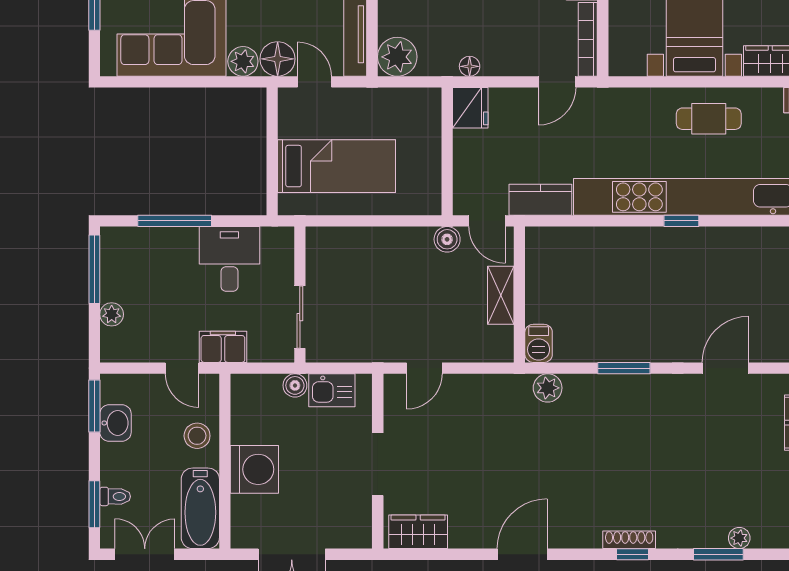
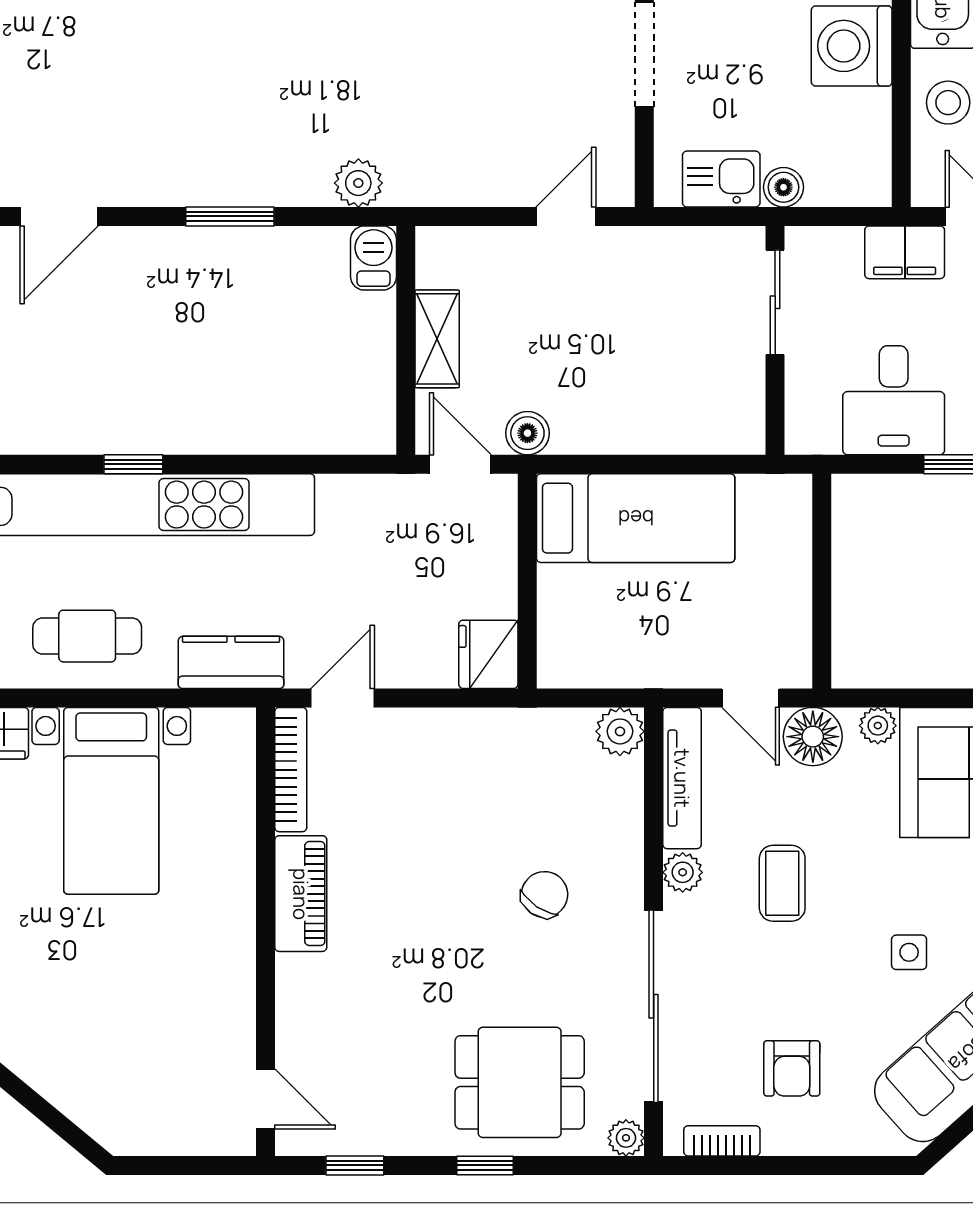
plant: (397, 57) -> (620, 731), width x0.73, depth x0.73
plant: (243, 61) -> (878, 726), width x0.73, depth x0.73
floor lamp: (470, 66) -> (490, 724), removed
bed: (337, 166) -> (636, 518), moved, turned 180
kitchen counter: (540, 200) -> (231, 662), moved, turned 180

